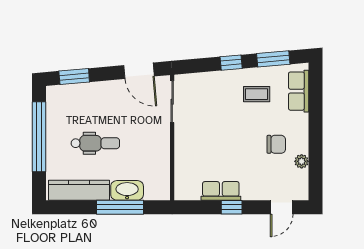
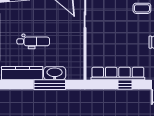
row of seats: (221, 191) -> (118, 74), width x2.02

